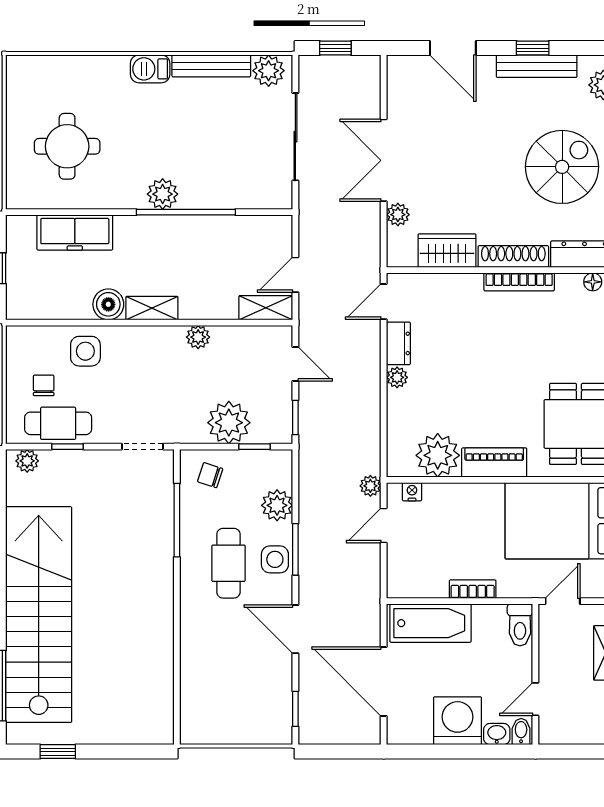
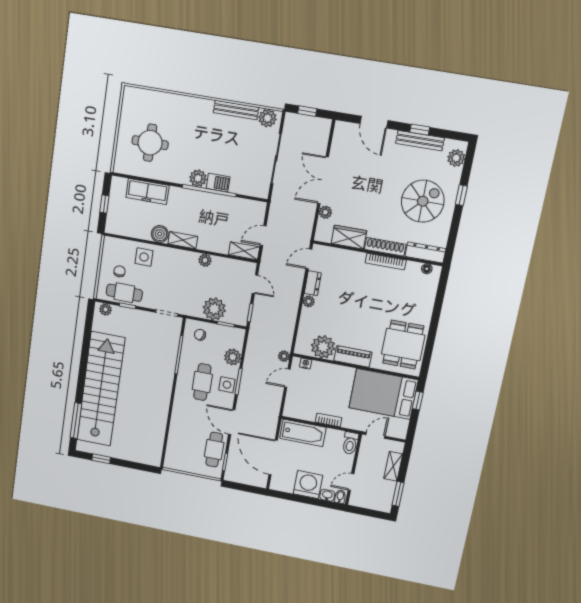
barbecue: (150, 69) -> (218, 183), moved, turned 180
cafe table: (271, 689) -> (214, 450), added

